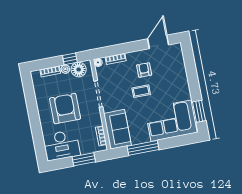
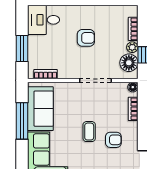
armchair: (65, 109) -> (86, 38), width x0.53, depth x0.53
sofa: (117, 129) -> (40, 109), moved, turned -90
desk: (61, 145) -> (44, 20), width x0.73

